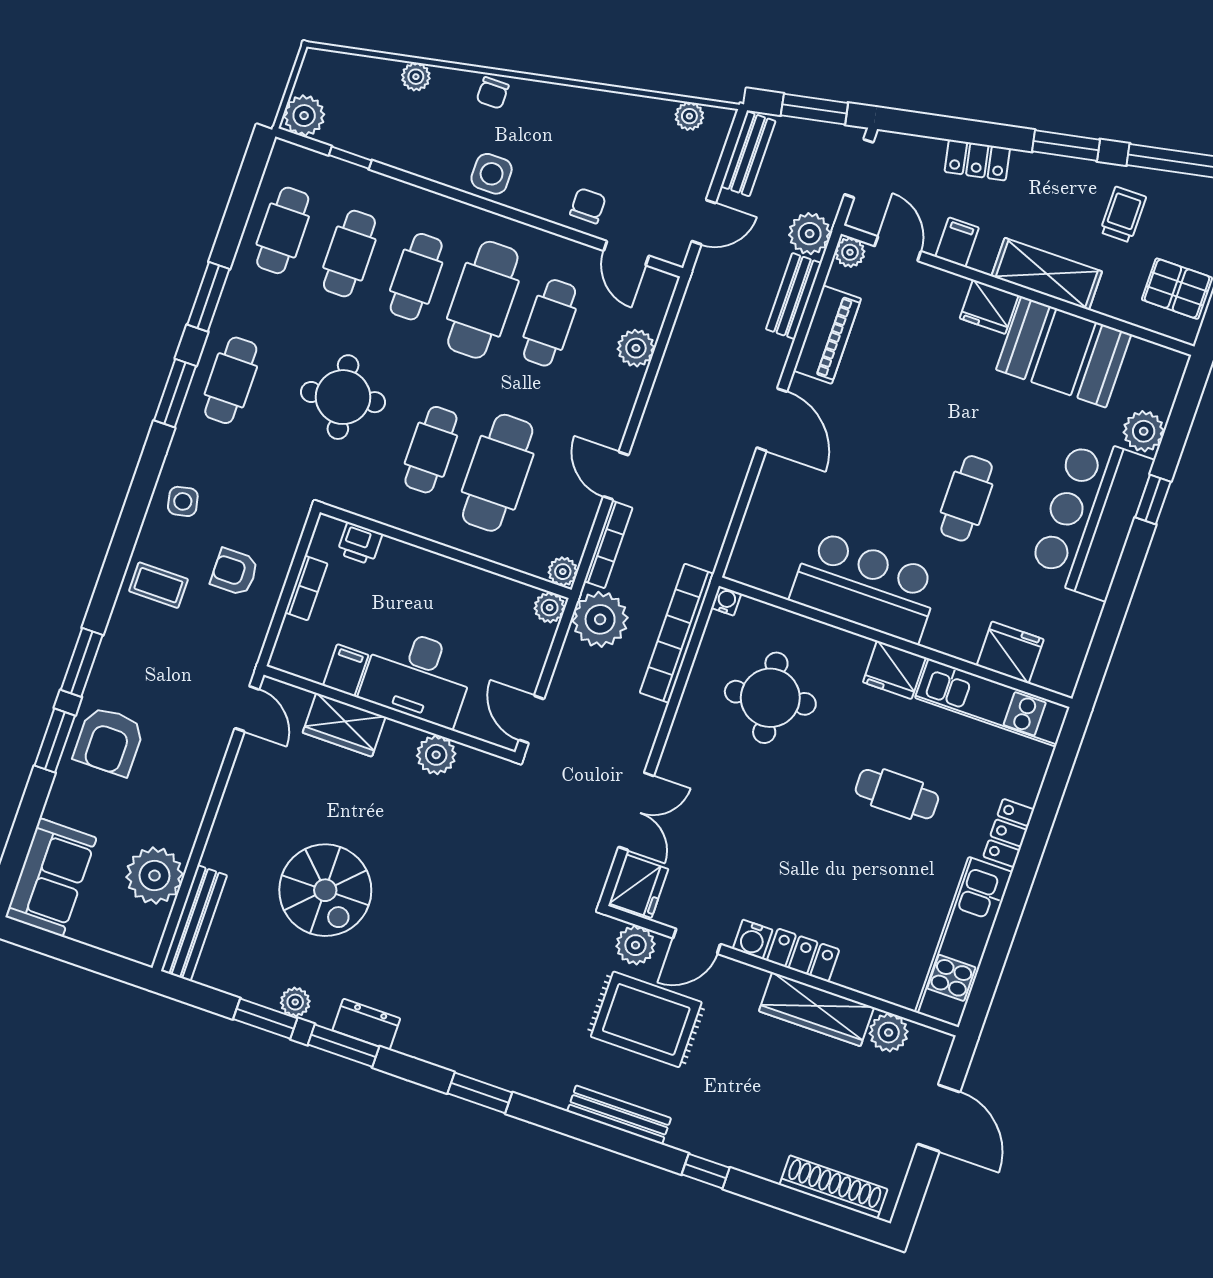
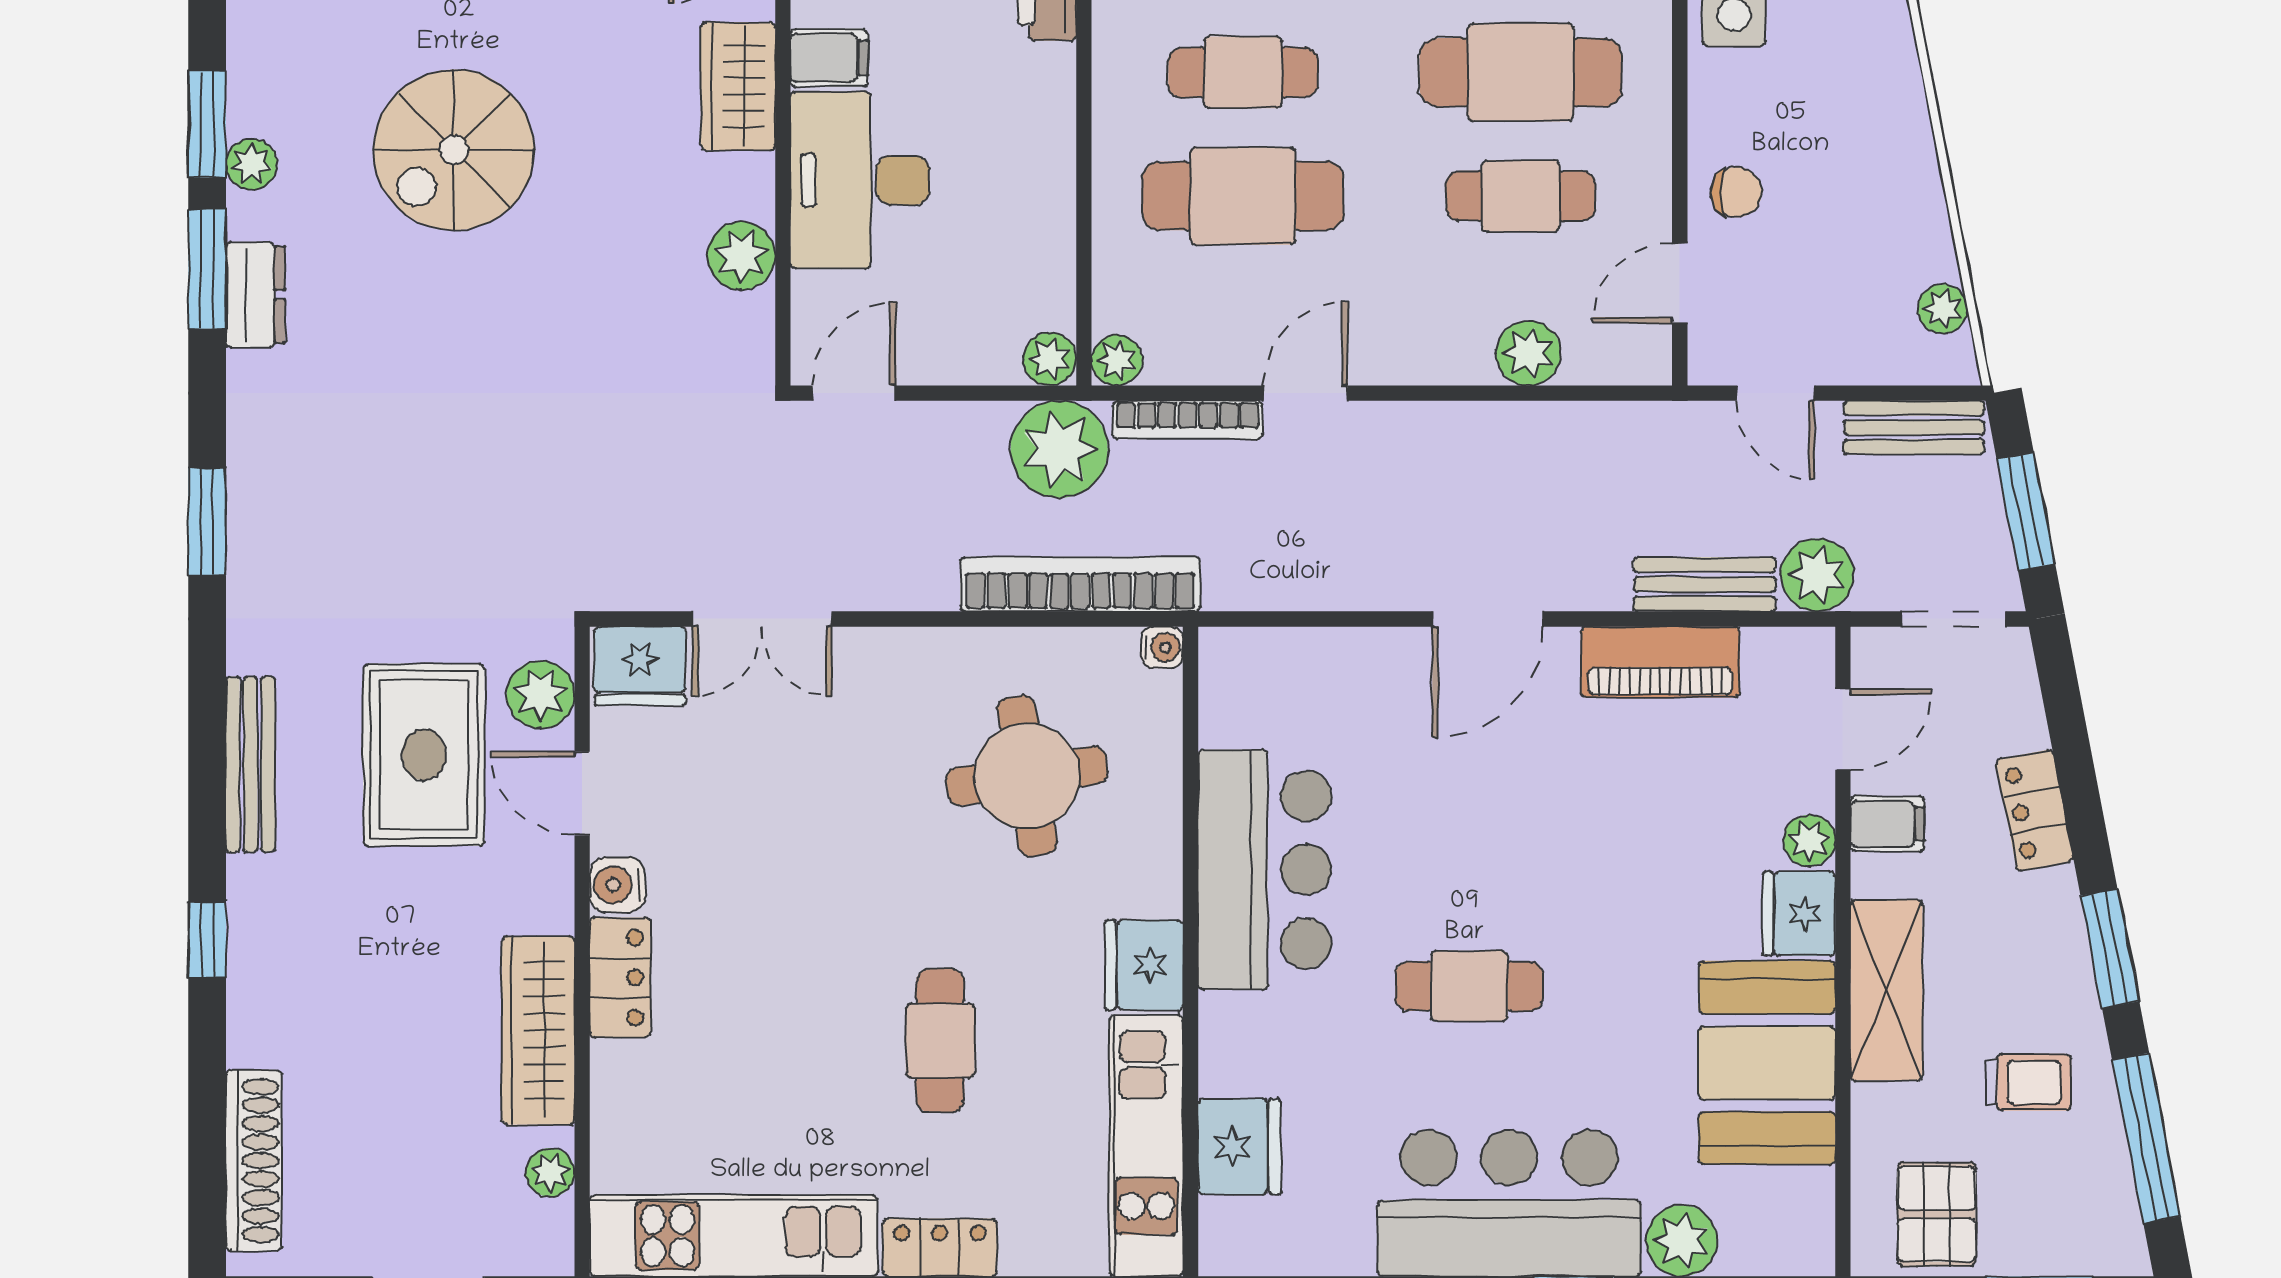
plant: (850, 252) -> (1809, 841), moved
plant: (889, 1033) -> (550, 1172), width x0.73, depth x0.73

